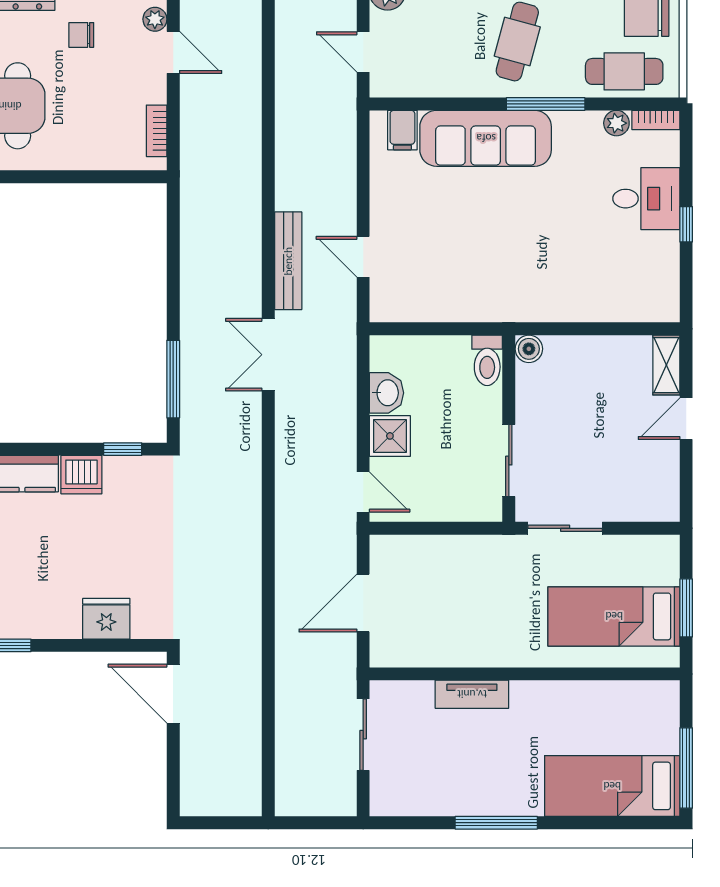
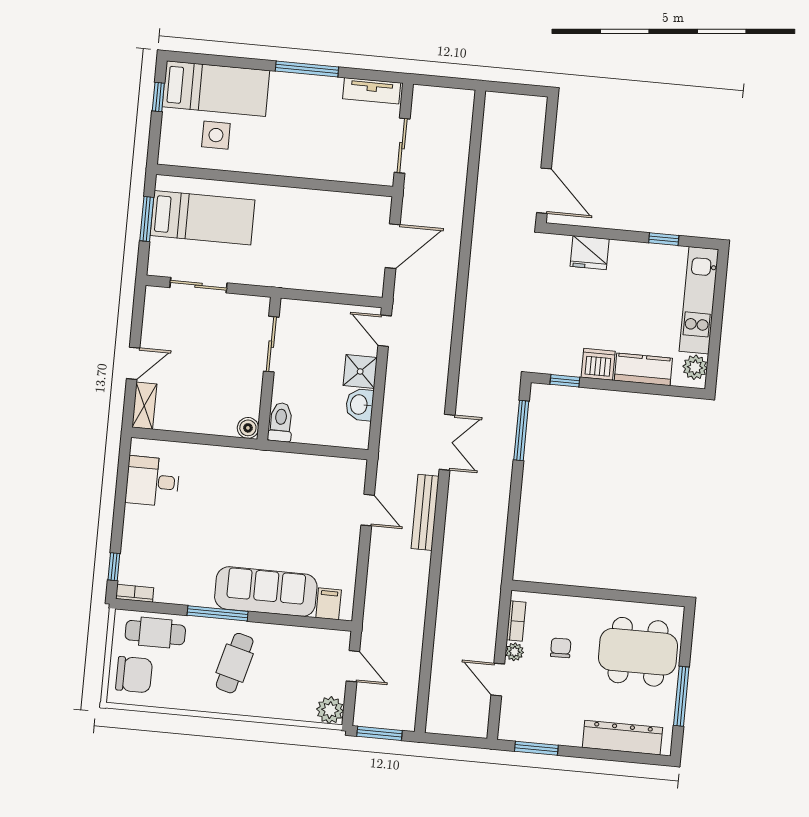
plant: (155, 19) -> (514, 652), moved
chair: (81, 35) -> (561, 648), moved, turned -91
plant: (616, 123) -> (165, 594), removed
desk: (646, 199) -> (153, 481), moved
window: (686, 224) -> (114, 567), moved
sliding door: (565, 528) -> (199, 285), moved
tv unit: (472, 694) -> (372, 91), moved, turned 180
side table: (606, 726) -> (216, 135), added
window: (686, 768) -> (158, 97), width x0.46

